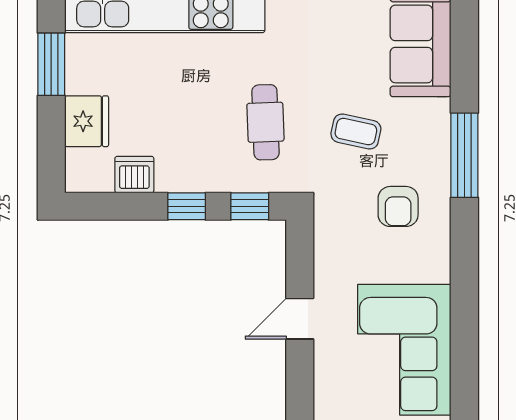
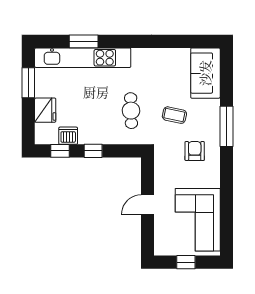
window: (250, 206) -> (60, 151), moved
armchair: (398, 206) -> (195, 151), turned 180

